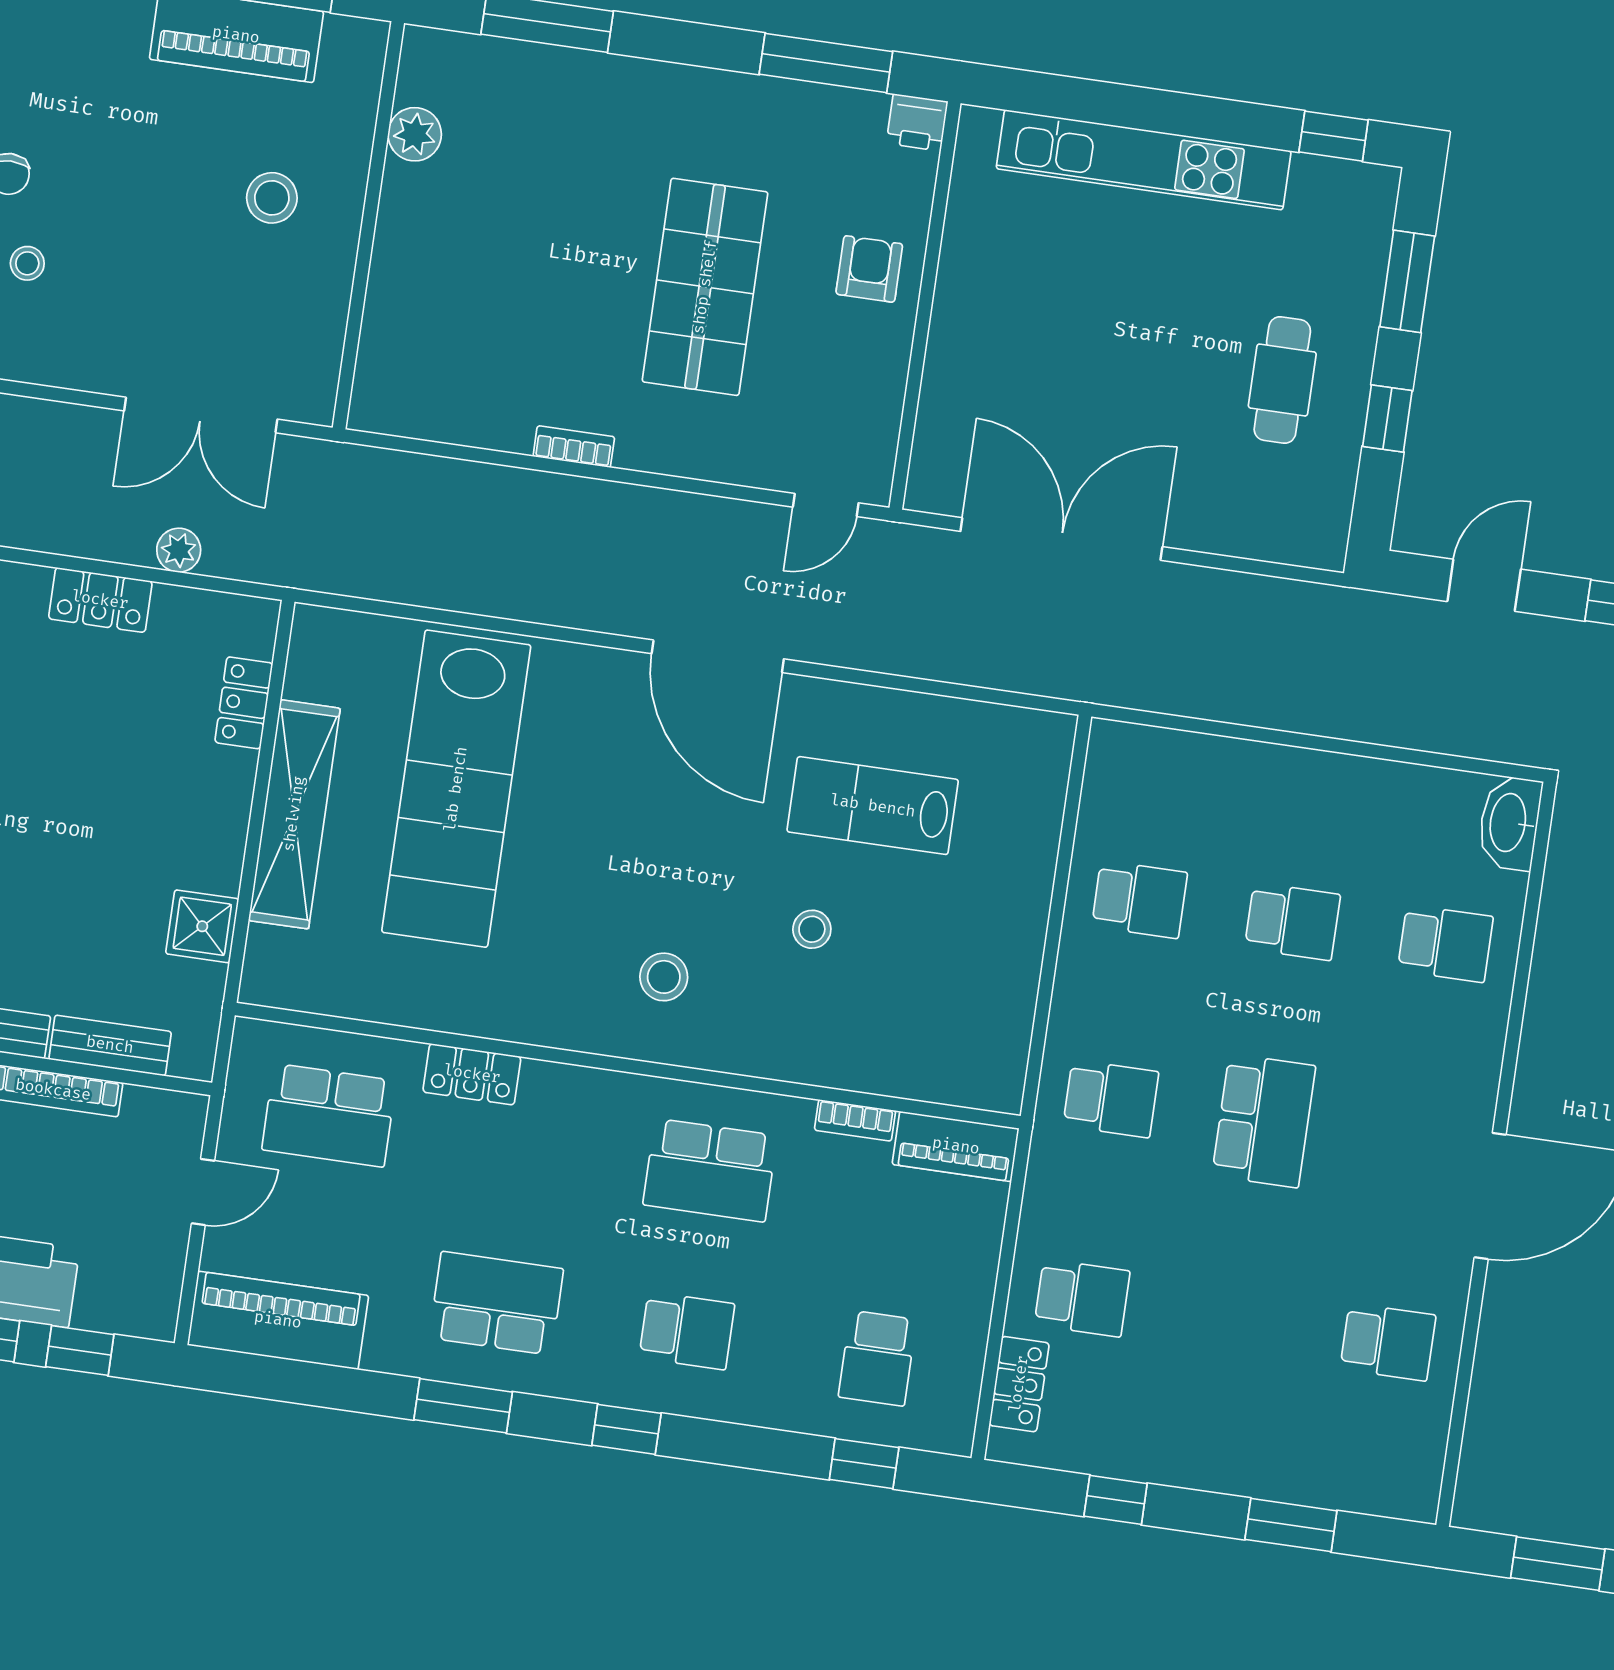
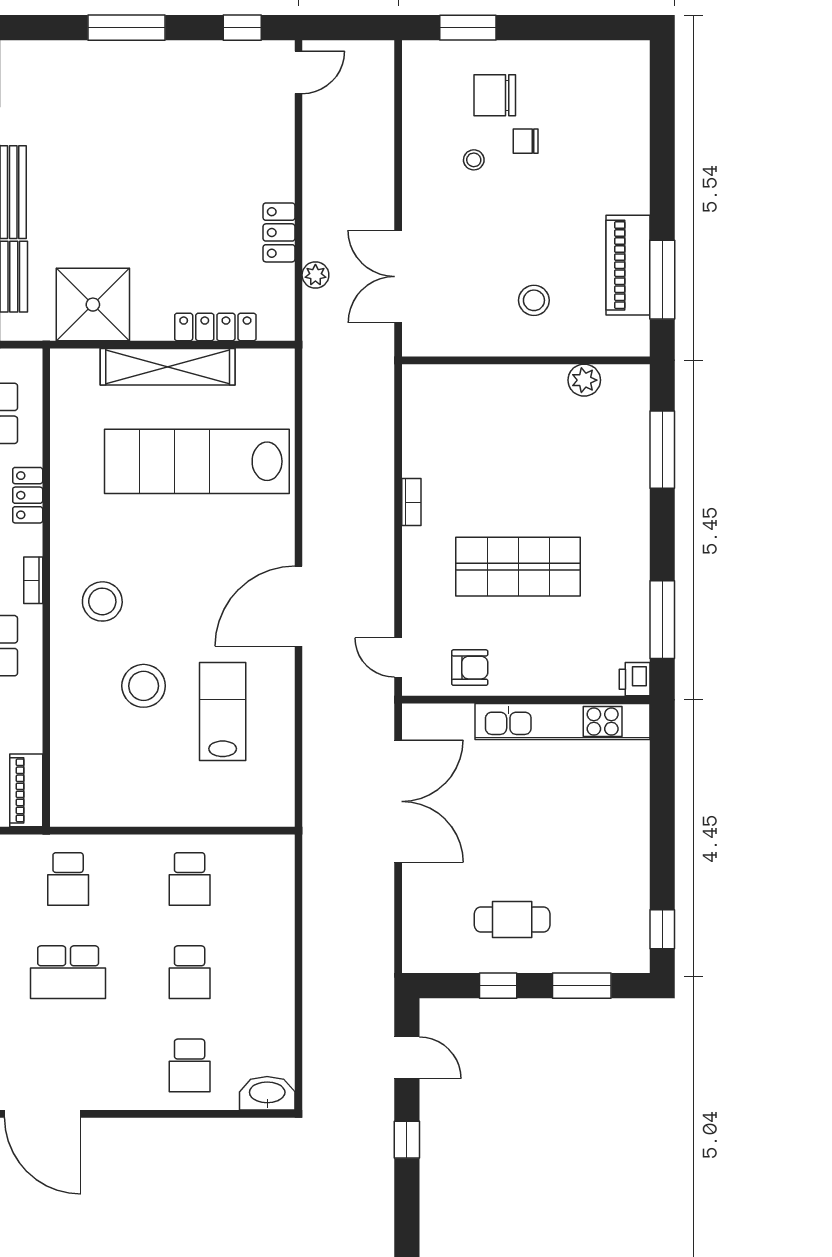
kitchen unit: (1144, 160) -> (562, 722), moved, turned -90
armchair: (869, 269) -> (470, 668), moved
locker: (244, 703) -> (215, 327), width x1.53
shower: (202, 926) -> (93, 305), width x1.86, depth x1.86
stool: (812, 929) -> (144, 686), width x1.89, depth x1.89
stool: (664, 977) -> (102, 601), width x1.38, depth x1.38
bookcase: (855, 1120) -> (33, 580), moved

